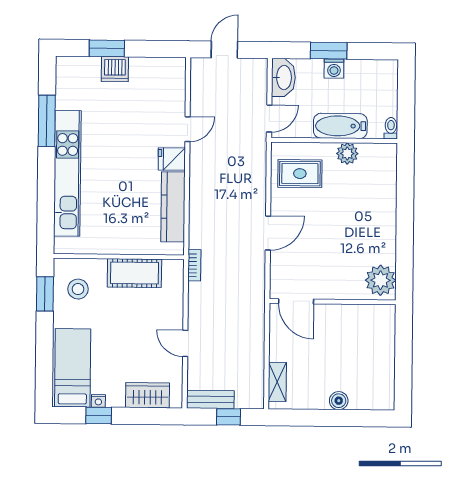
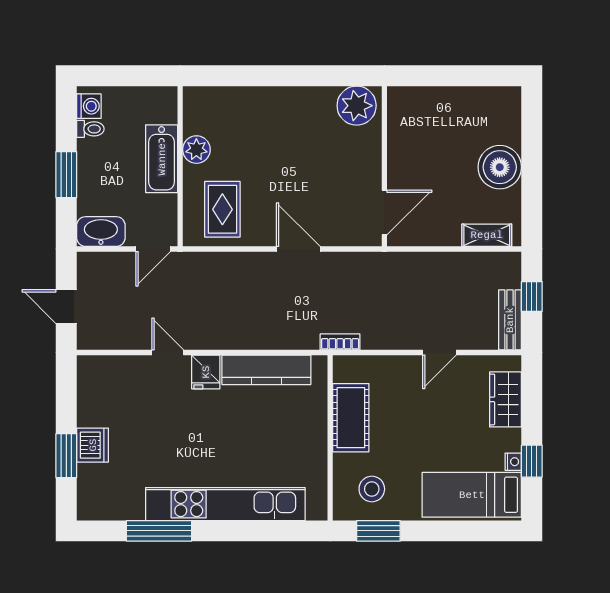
washing machine: (334, 69) -> (89, 106), moved
door: (269, 119) -> (153, 249), swing flipped
toilet: (391, 128) -> (90, 129), moved, turned 180
boiler: (339, 401) -> (500, 167), width x1.86, depth x1.86

